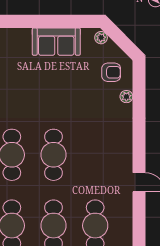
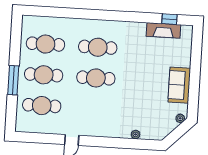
armchair: (111, 72) -> (154, 124), removed

